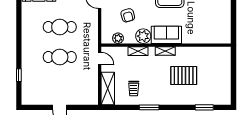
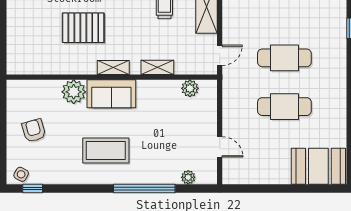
armchair: (128, 15) -> (34, 131), moved
plant: (143, 36) -> (74, 92), moved
door: (100, 59) -> (220, 55), swing flipped

